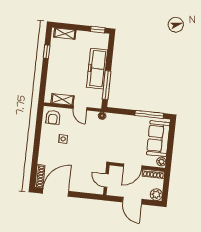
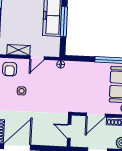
window: (107, 85) -> (64, 22), moved
door: (80, 108) -> (37, 58), hinge flipped

